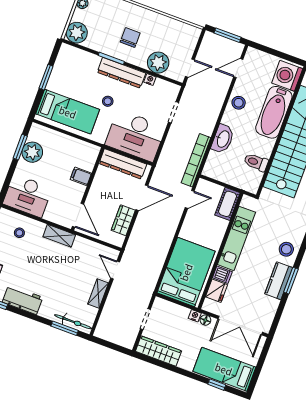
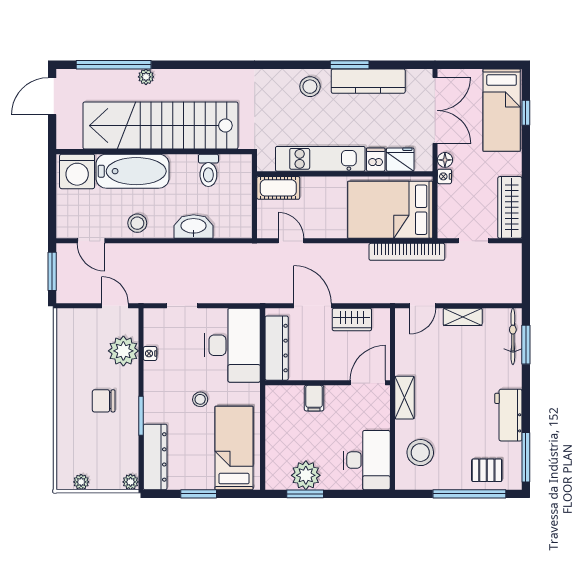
plant: (77, 33) -> (131, 482), width x0.53, depth x0.53
dresser: (121, 73) -> (155, 457), moved
bookcase: (196, 160) -> (407, 252), moved
stool: (19, 233) -> (420, 453), width x1.89, depth x1.89
kitchen counter: (279, 281) -> (368, 81), width x1.50

